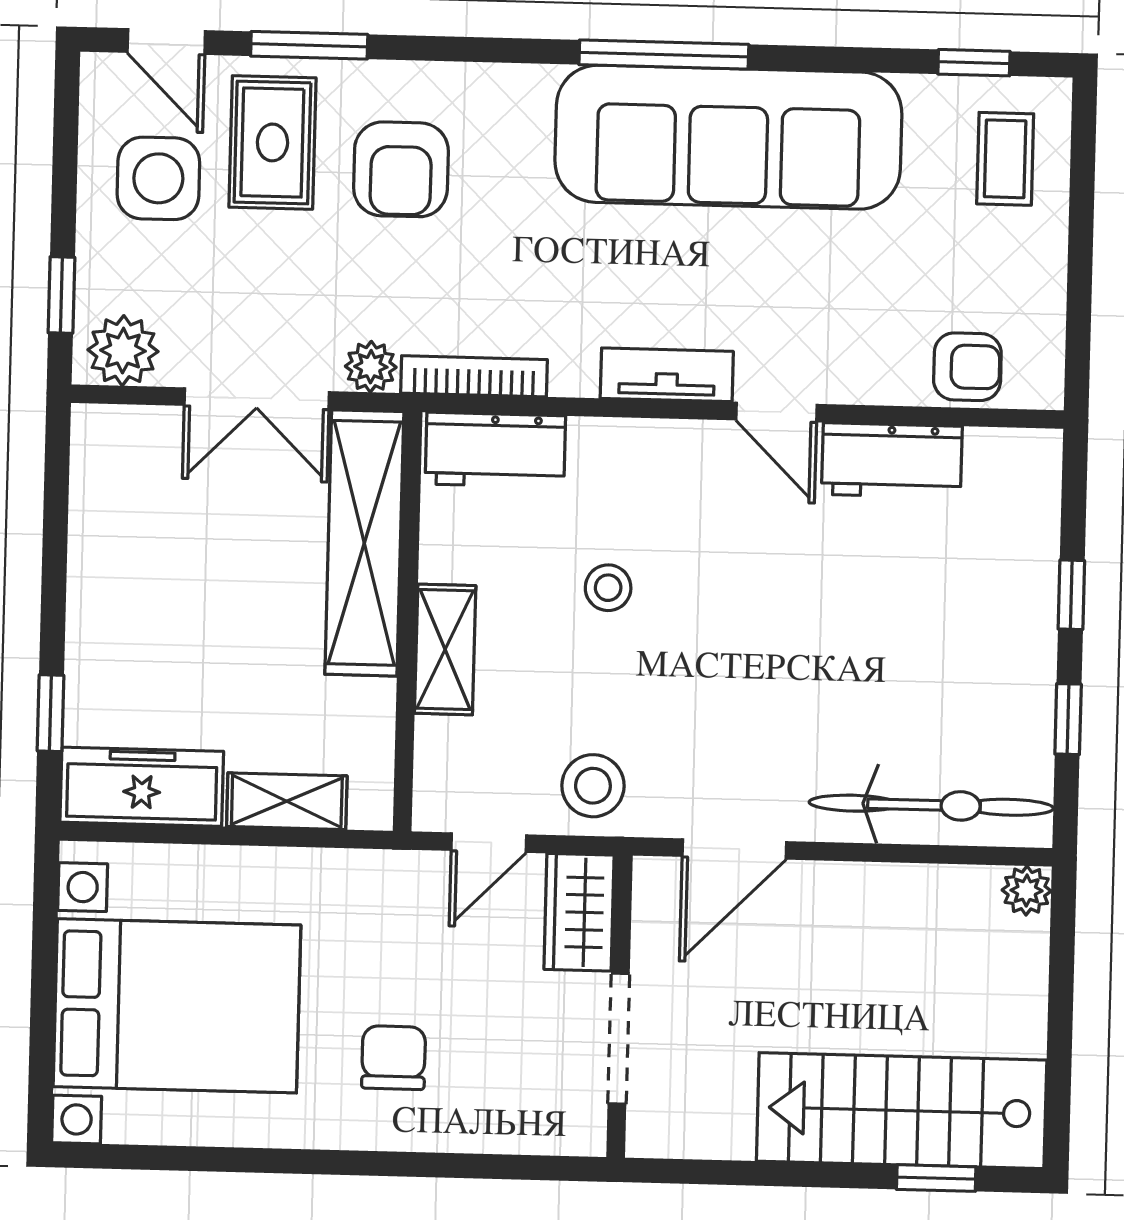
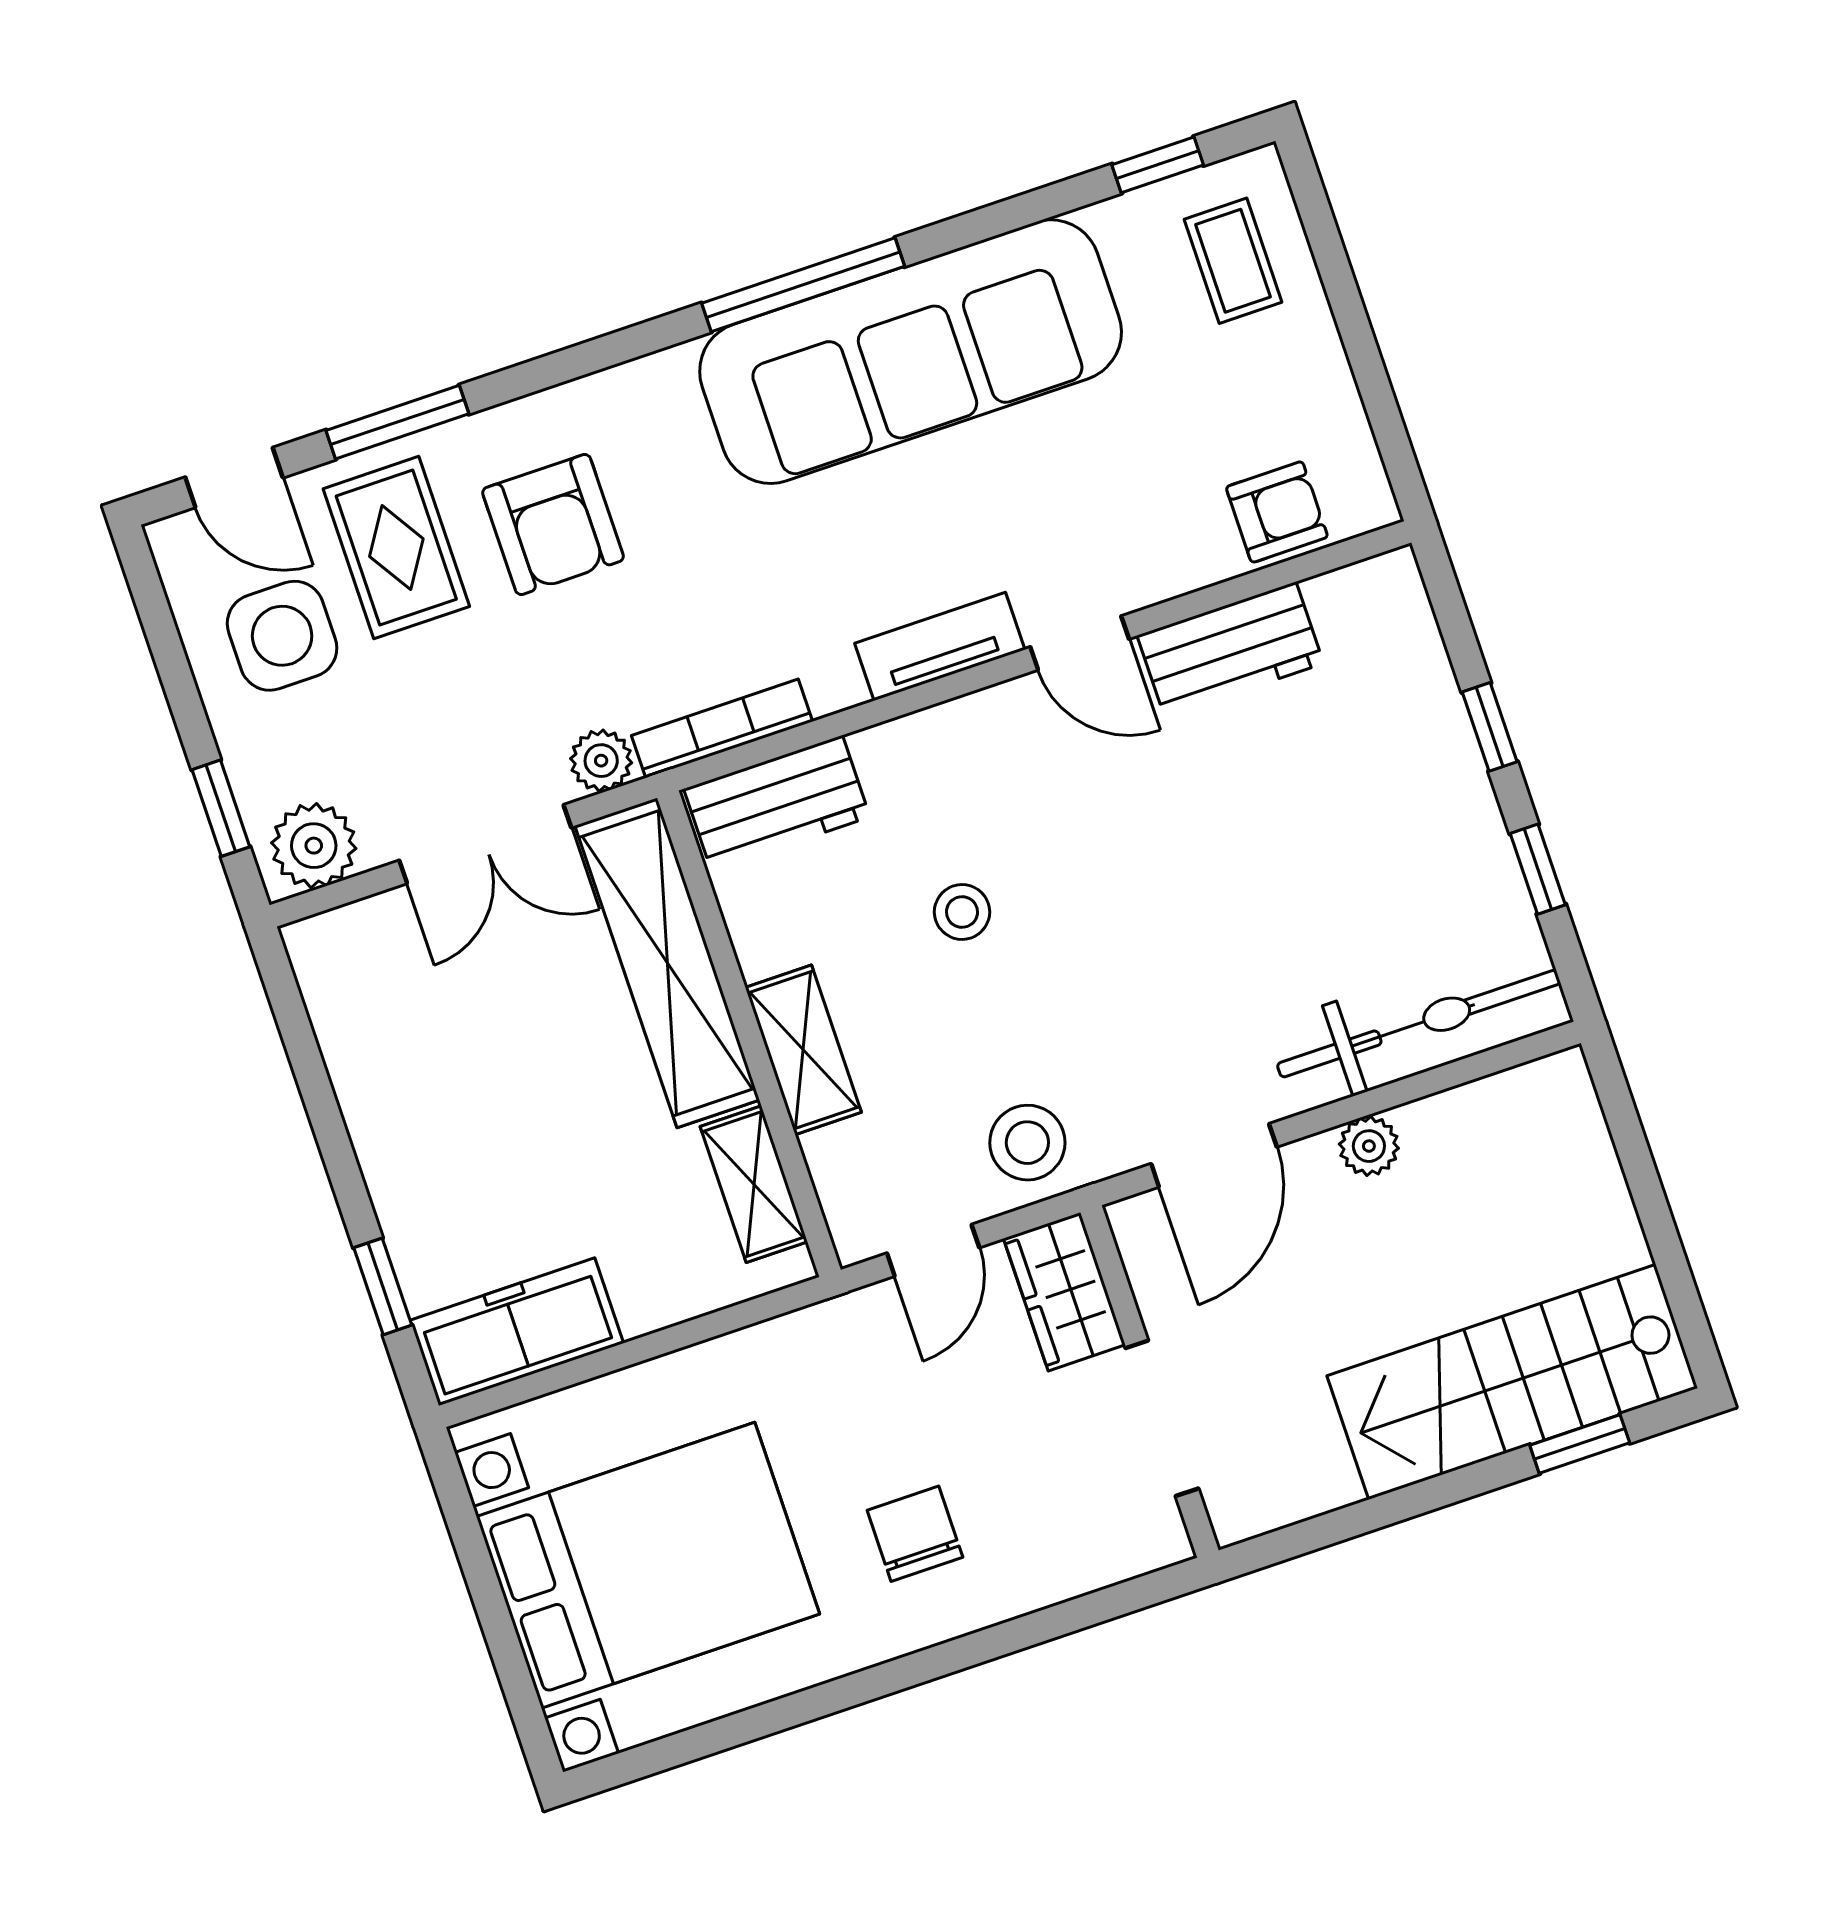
shelving: (287, 801) -> (754, 1184), moved, turned 90
plant: (1027, 891) -> (1369, 1146), moved

